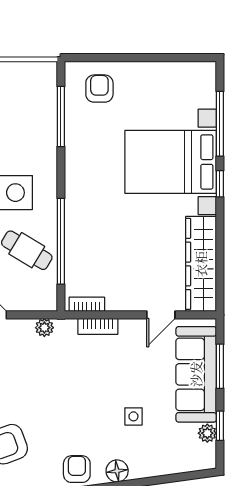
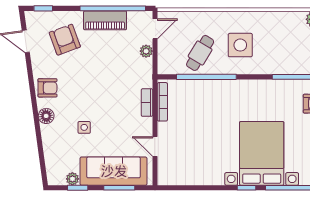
wardrobe: (201, 264) -> (191, 175), removed
bookcase: (87, 304) -> (162, 102), width x1.56
plant: (44, 328) -> (146, 51), moved

